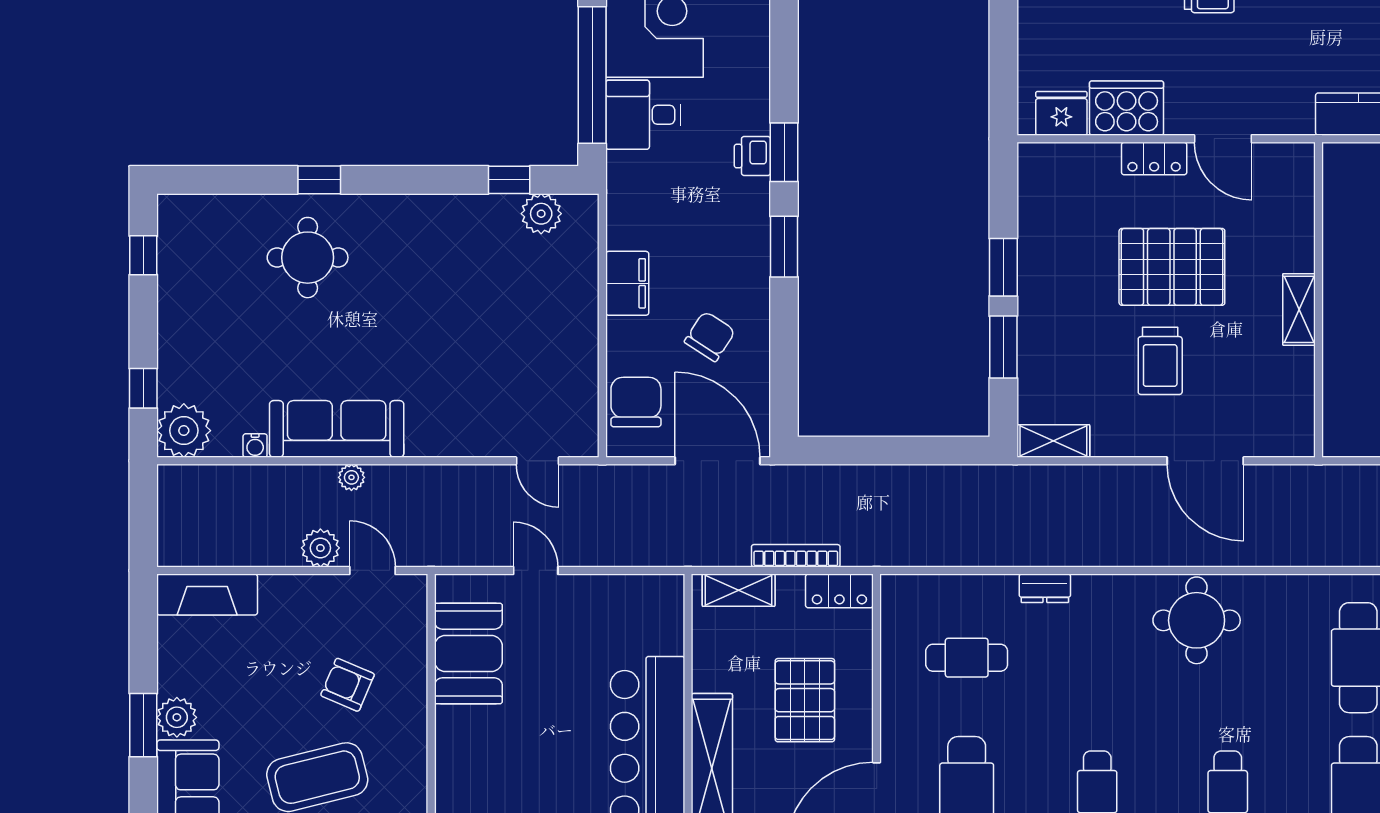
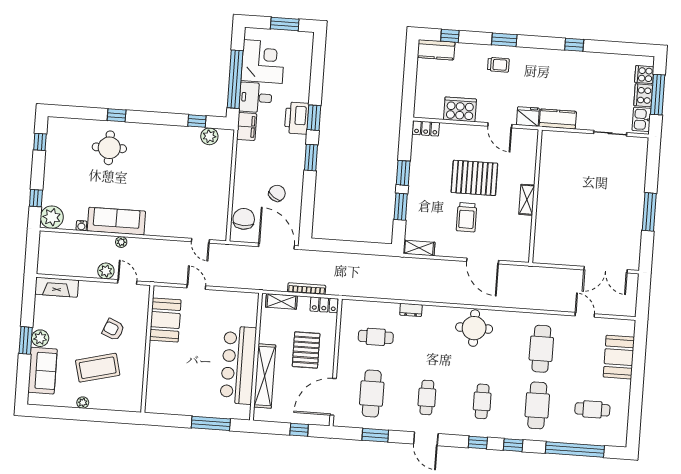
fridge: (1061, 113) -> (528, 116), moved
printer: (752, 156) -> (297, 118), width x1.87, depth x1.48
locker: (1154, 159) -> (426, 128), moved
filing cabinet: (627, 283) -> (247, 126), moved

